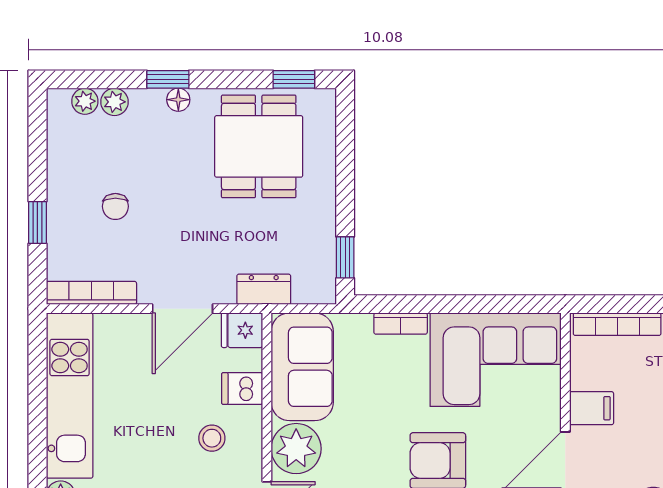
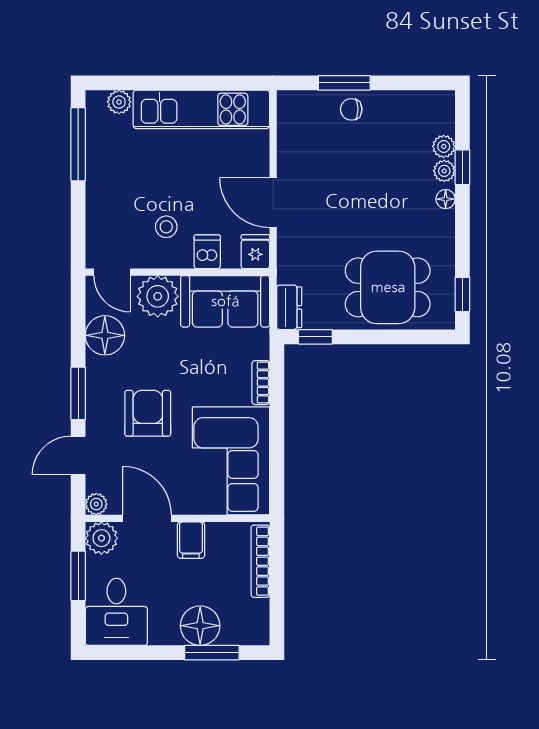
window: (168, 79) -> (462, 167), moved
plant: (85, 101) -> (444, 171), moved
dining table: (259, 146) -> (388, 287), moved
chair: (115, 206) -> (351, 109), moved
window: (37, 223) -> (344, 83), width x1.50
dresser: (264, 289) -> (289, 307), moved
bookcase: (91, 293) -> (286, 127), removed

